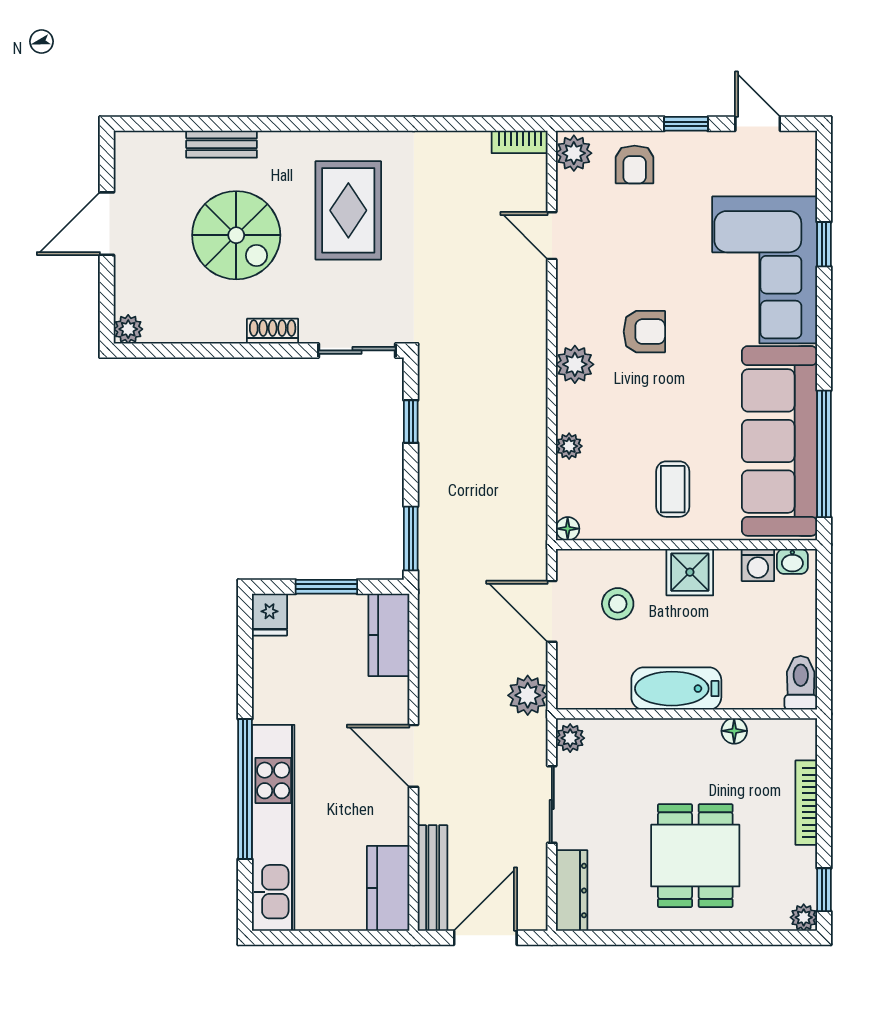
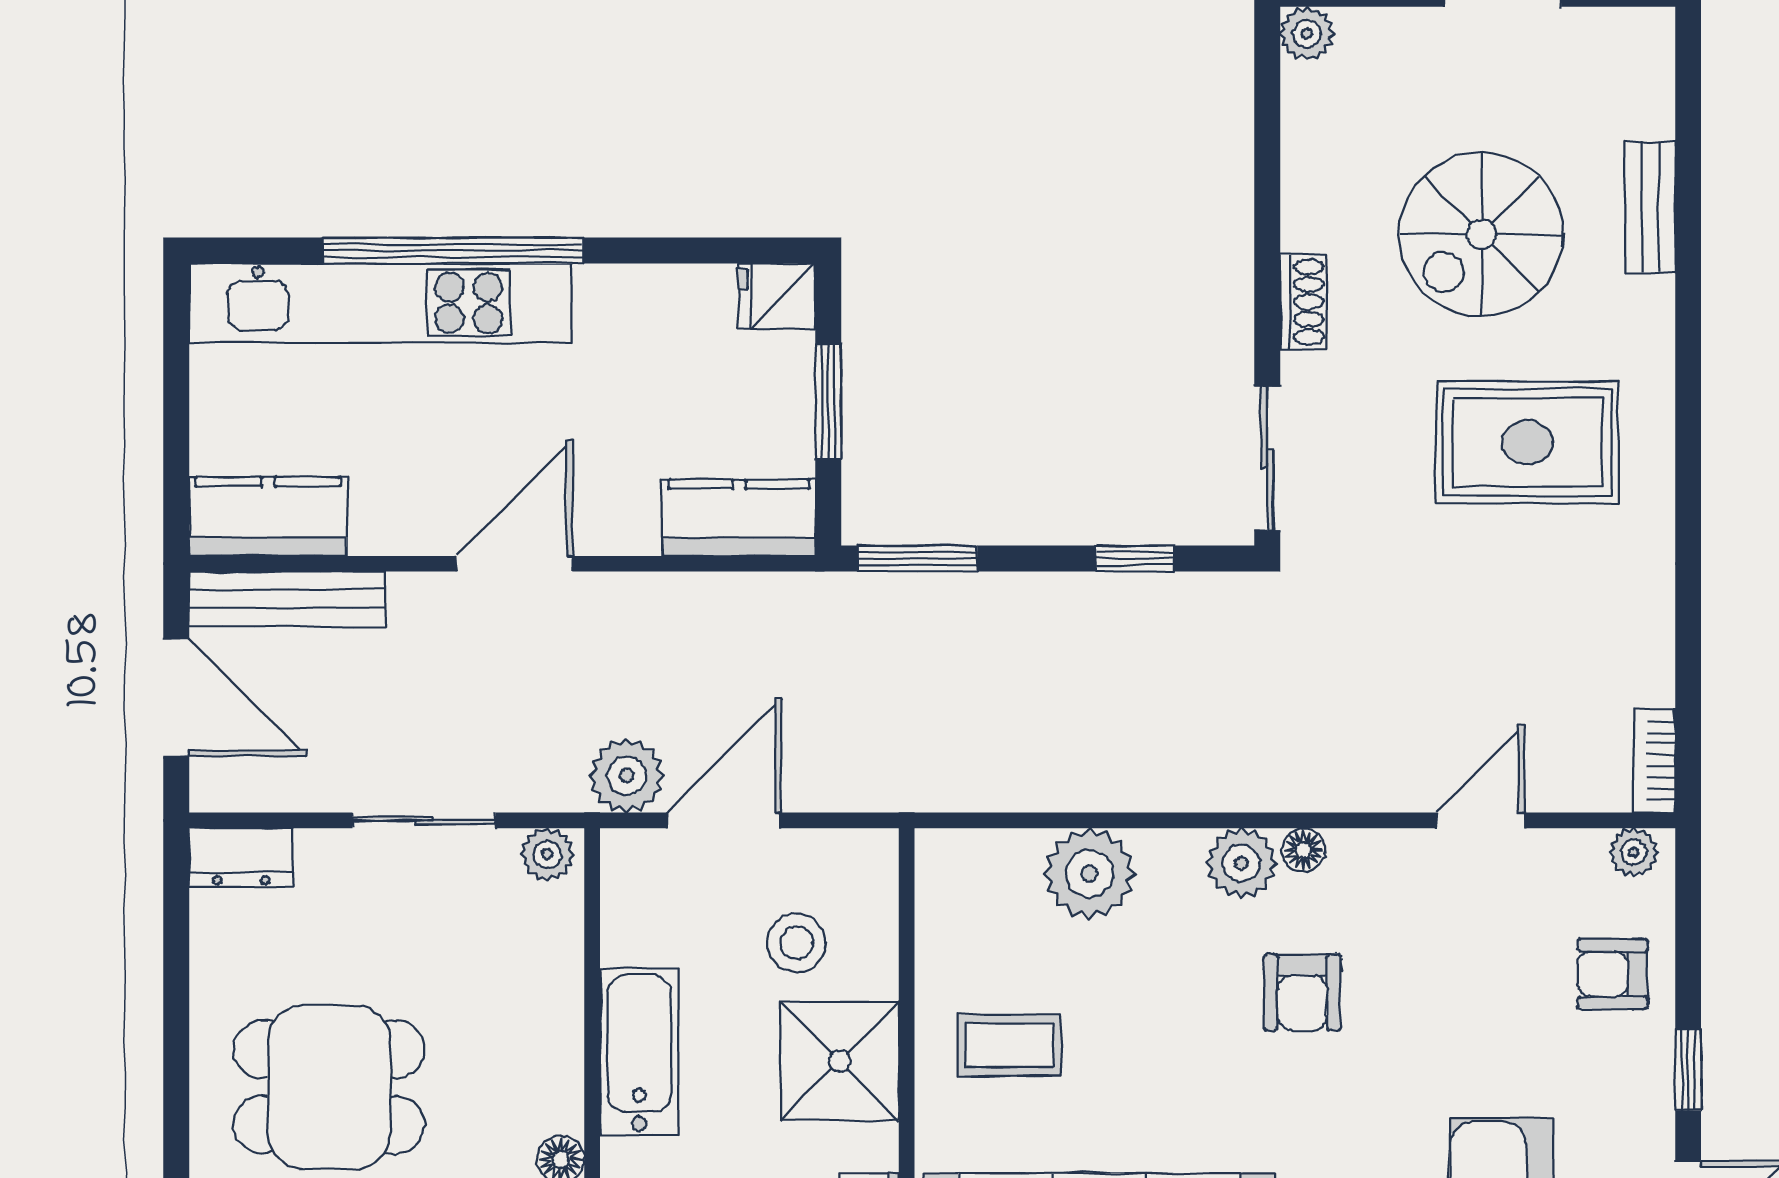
plant: (574, 153) -> (1634, 852), width x0.73, depth x0.73
plant: (569, 446) -> (1090, 874), width x1.88, depth x1.88
floor lamp: (568, 529) -> (1303, 850), moved
shower: (690, 572) -> (840, 1061), width x1.36, depth x1.36
door: (552, 611) -> (724, 820), moved
dresser: (572, 891) -> (241, 857), width x0.70

